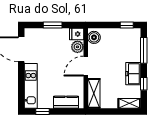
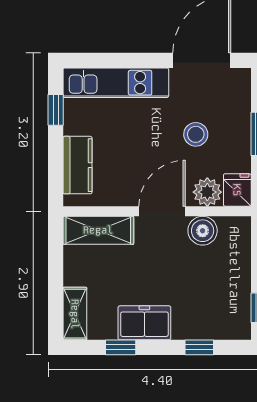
boiler: (94, 37) -> (203, 231), moved
window: (144, 50) -> (199, 347), width x0.46
stool: (53, 52) -> (196, 134), added
door: (86, 66) -> (162, 211), hinge flipped

